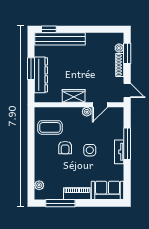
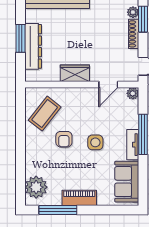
plant: (87, 112) -> (133, 93), moved
coffee table: (50, 127) -> (45, 114), turned -52
plant: (39, 185) -> (36, 187), width x1.88, depth x1.88
sofa: (108, 190) -> (127, 182), moved, turned -90

